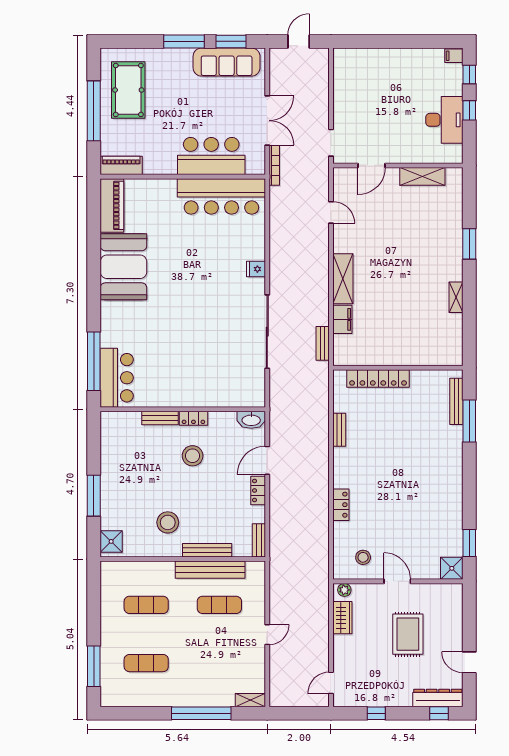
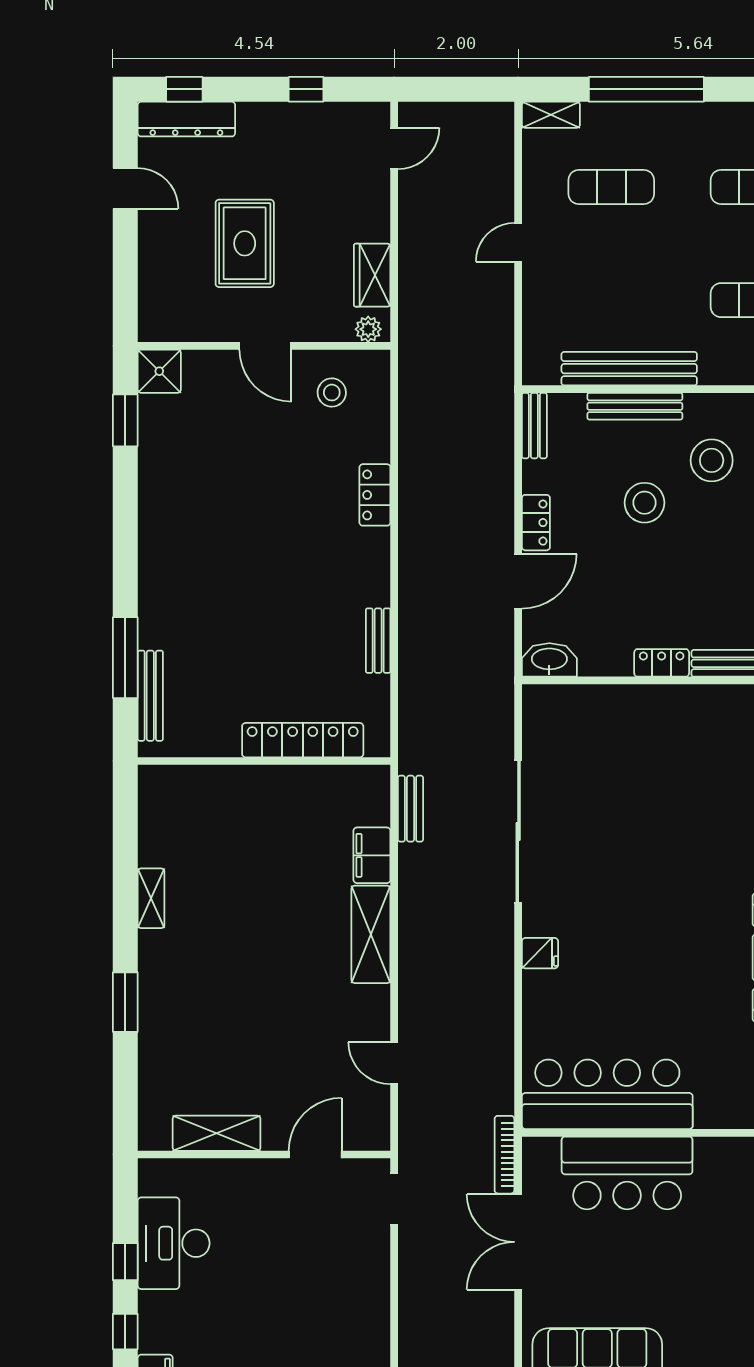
stool: (193, 456) -> (644, 503), moved
exercise mat: (219, 605) -> (611, 187), moved

